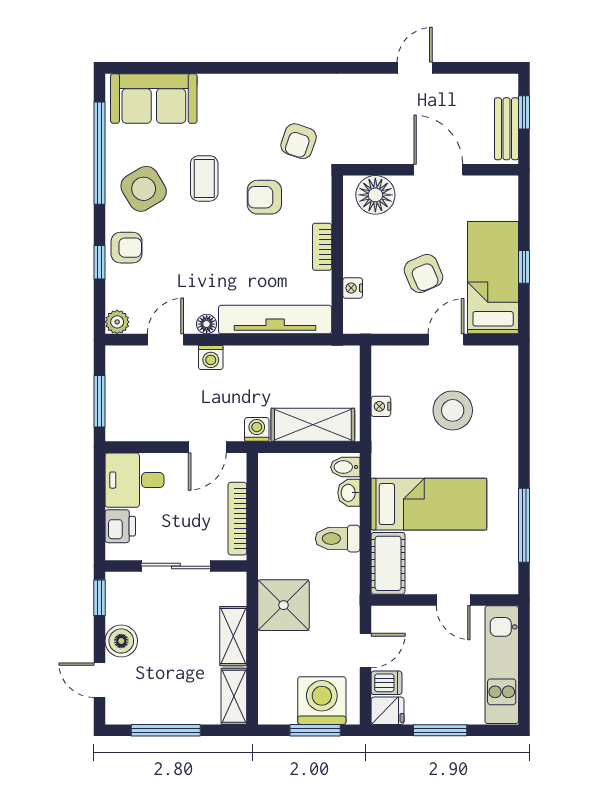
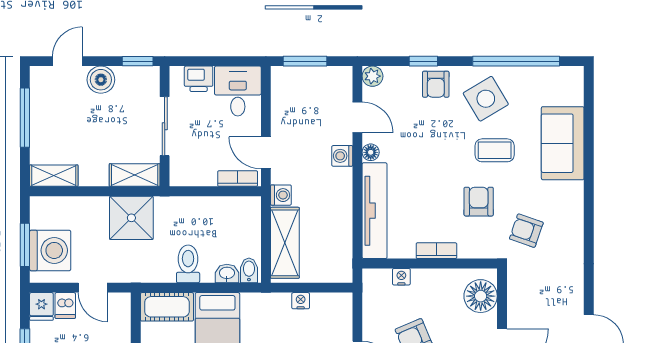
sofa: (154, 98) -> (563, 143), moved
bookcase: (237, 519) -> (238, 179), moved, width x0.64
shelving: (233, 636) -> (135, 175), moved

